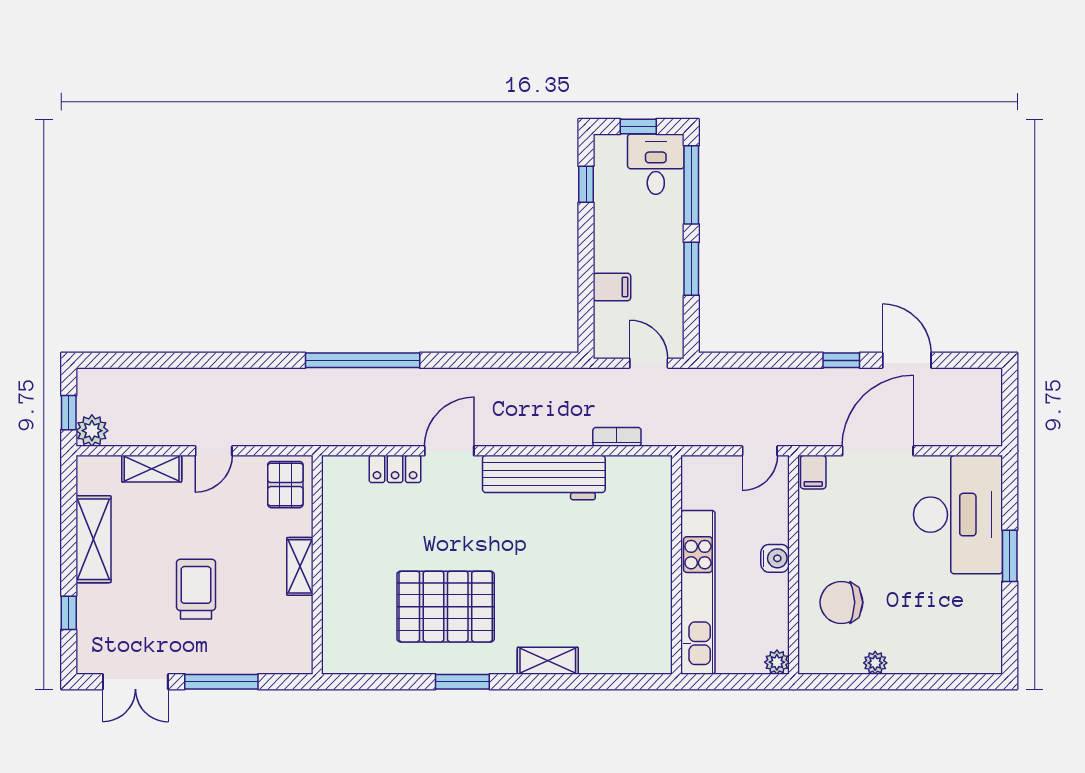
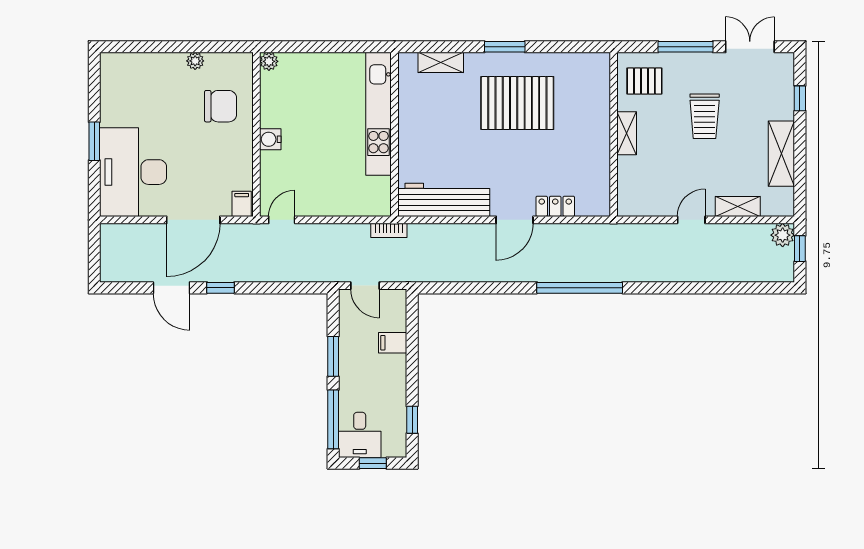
pallet: (285, 485) -> (644, 81), moved, turned 90
wall: (677, 565) -> (394, 134), moved
kitchen unit: (698, 592) -> (378, 114), moved

